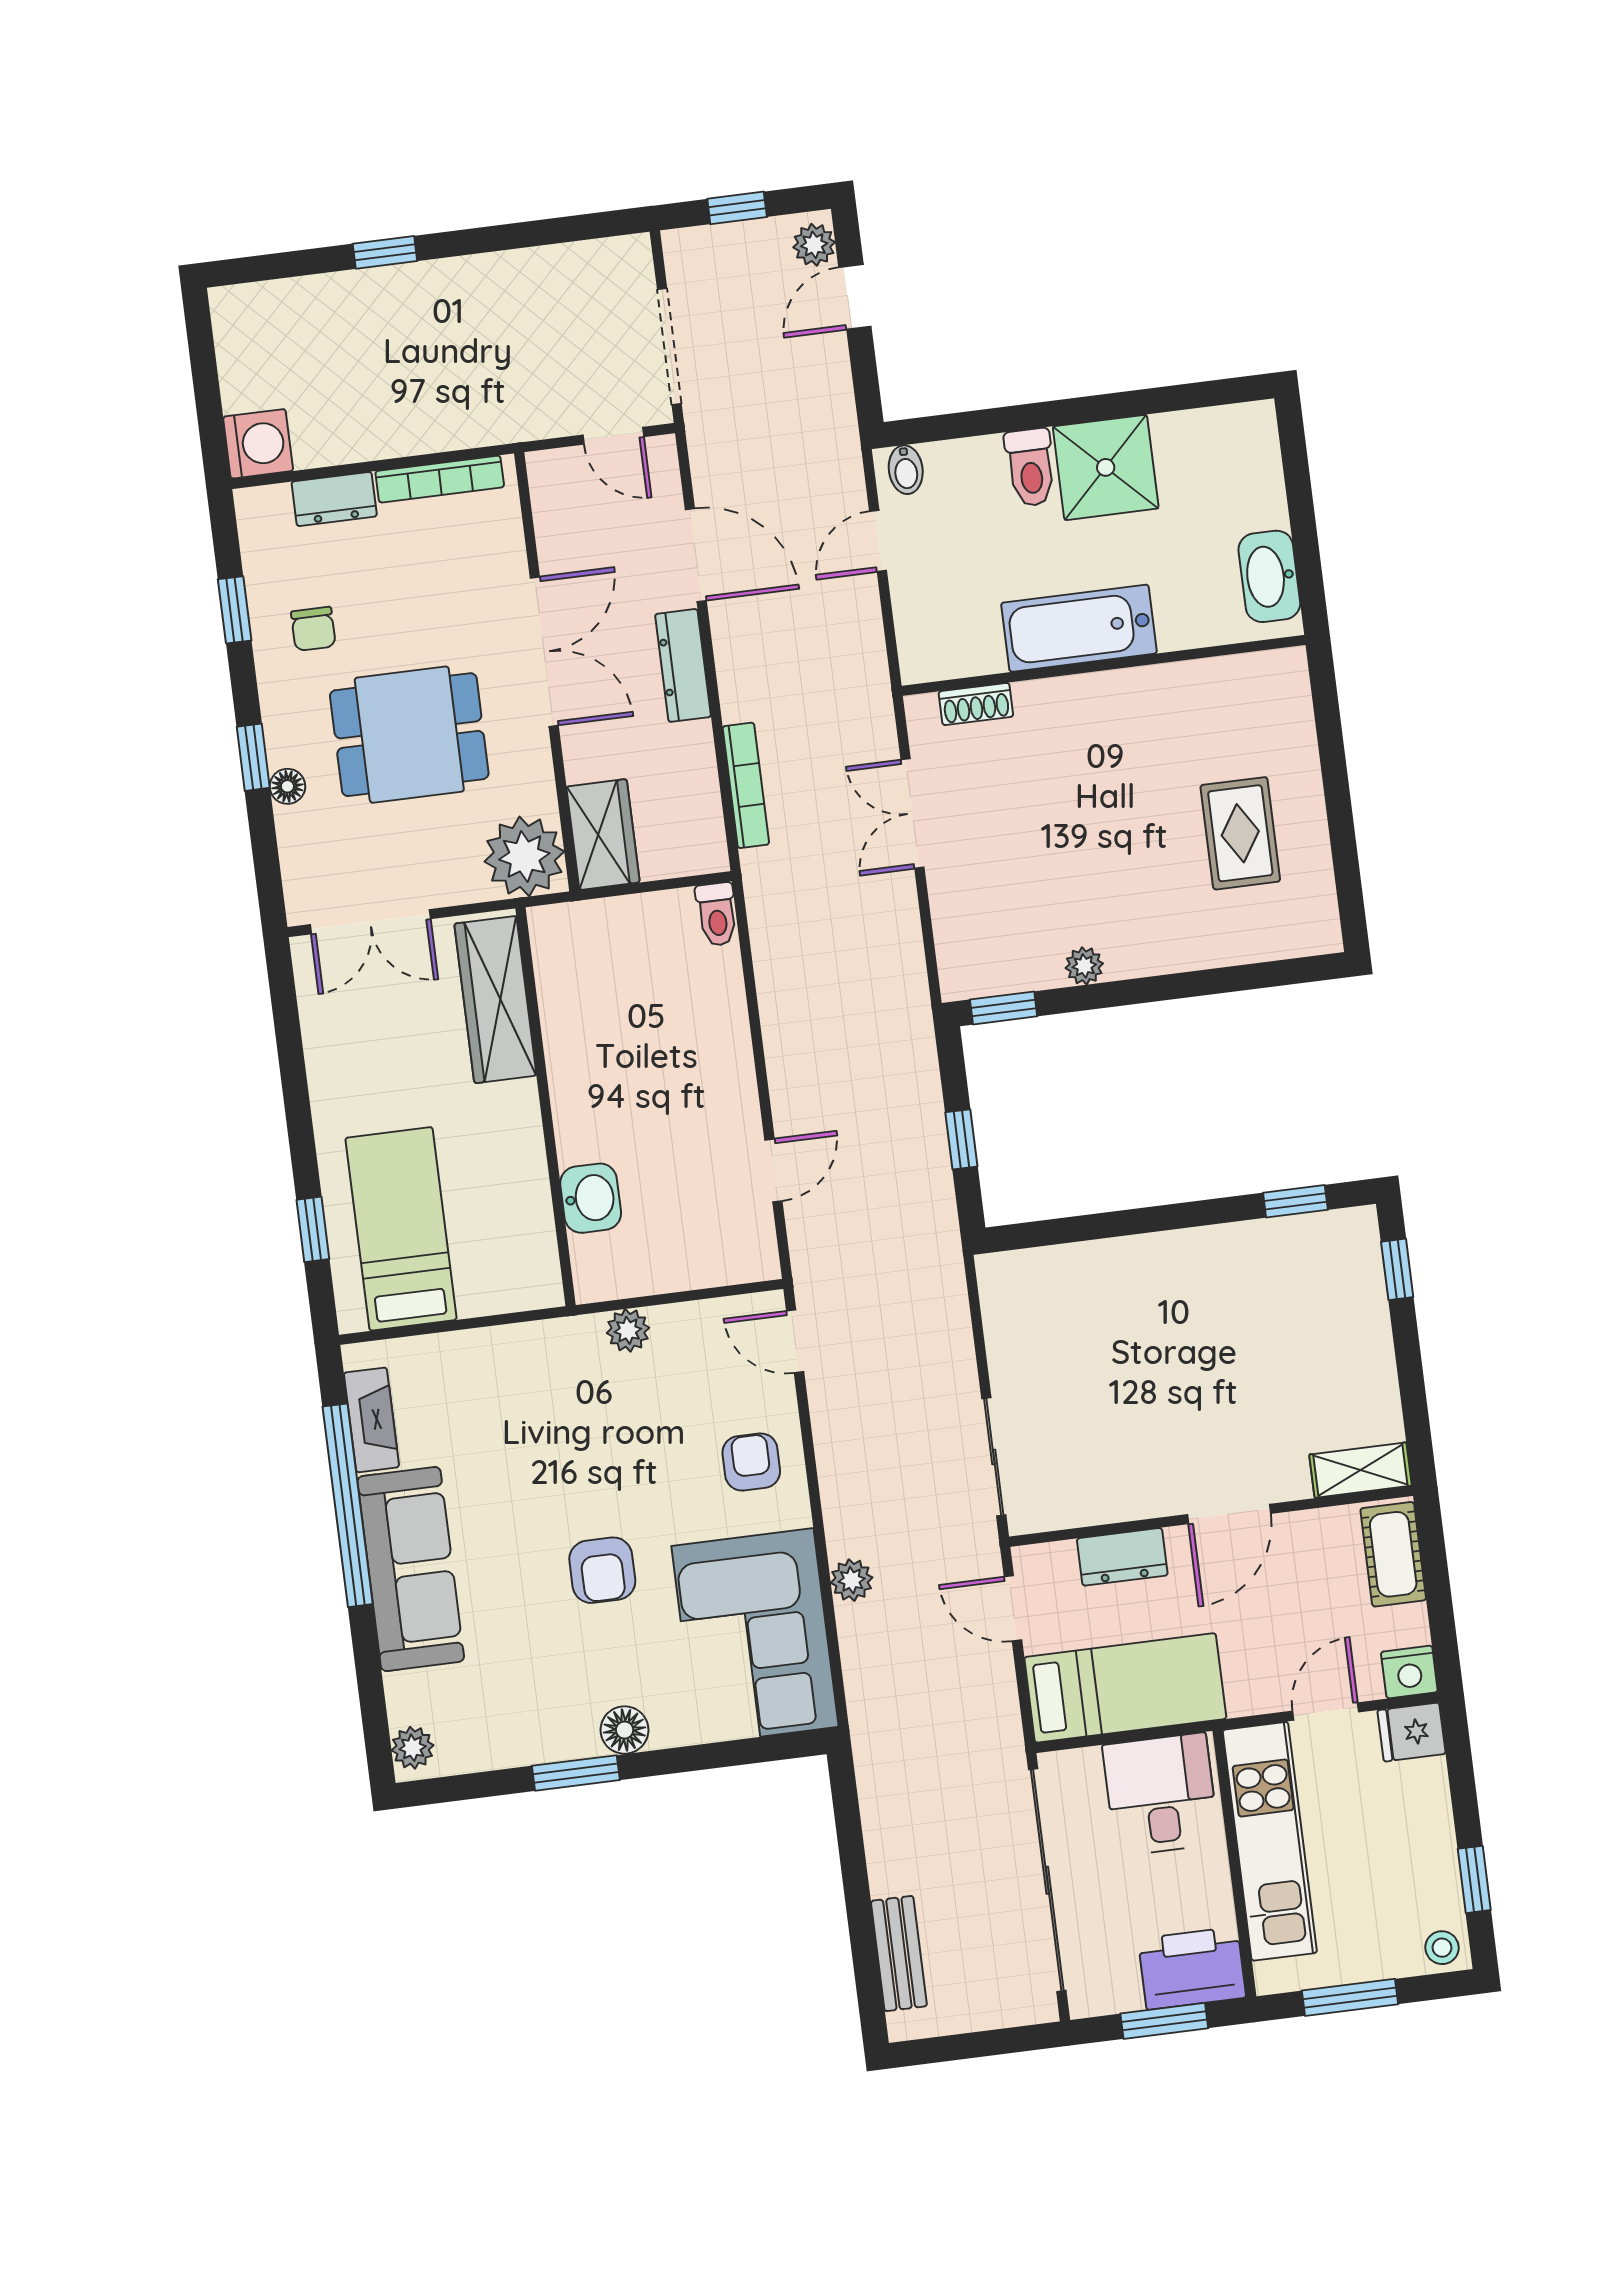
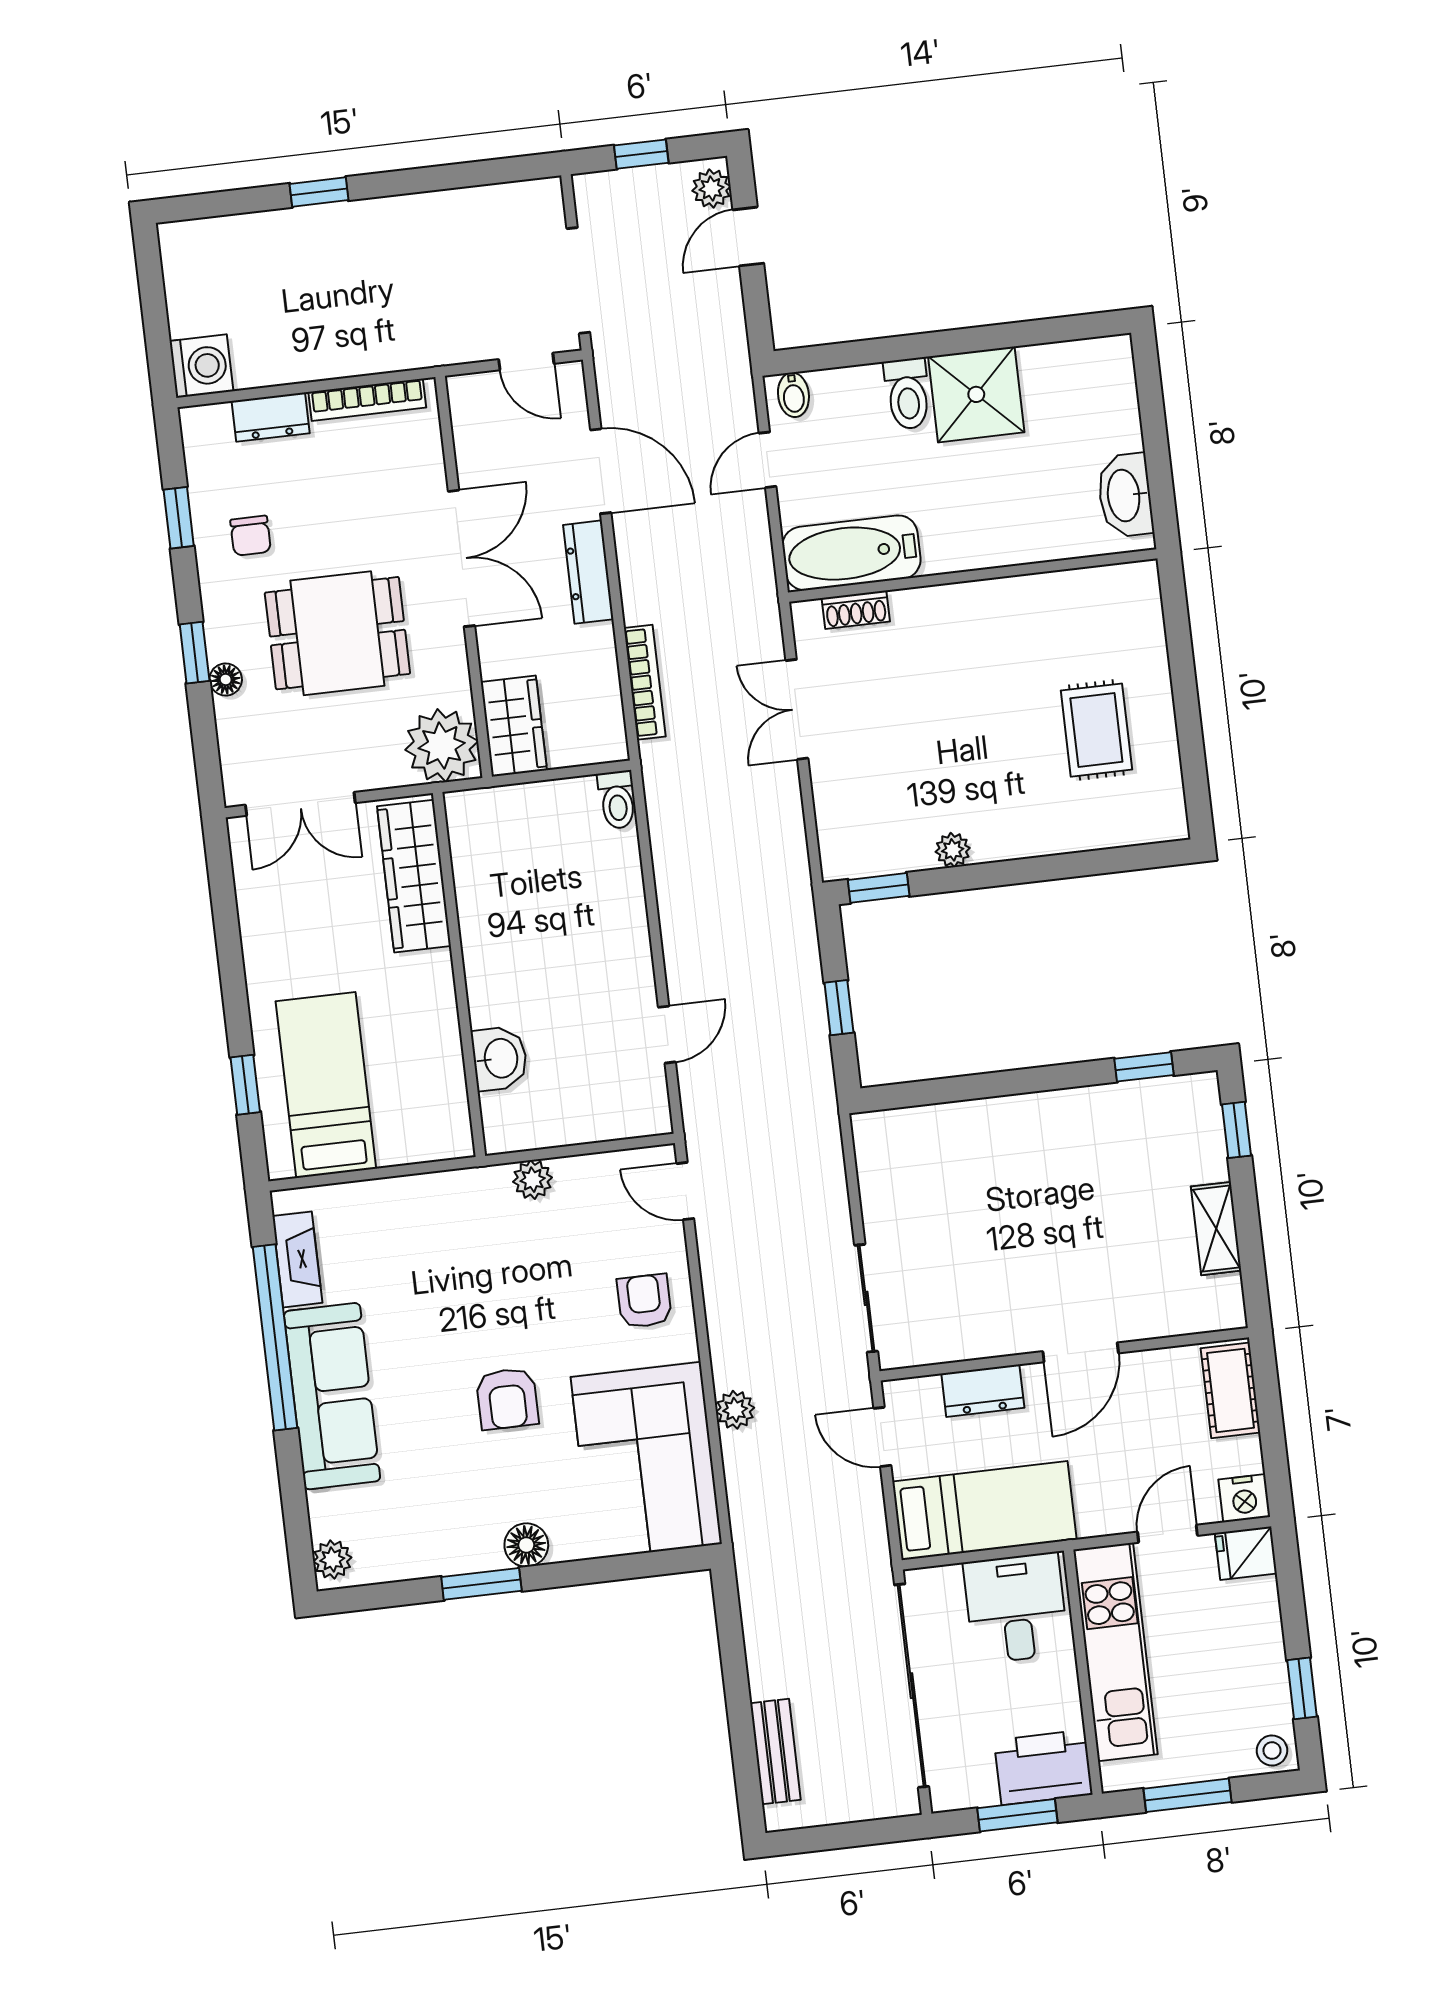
bathtub: (1079, 628) -> (851, 553), moved
shelving: (1360, 1470) -> (1216, 1229), moved, turned 90

